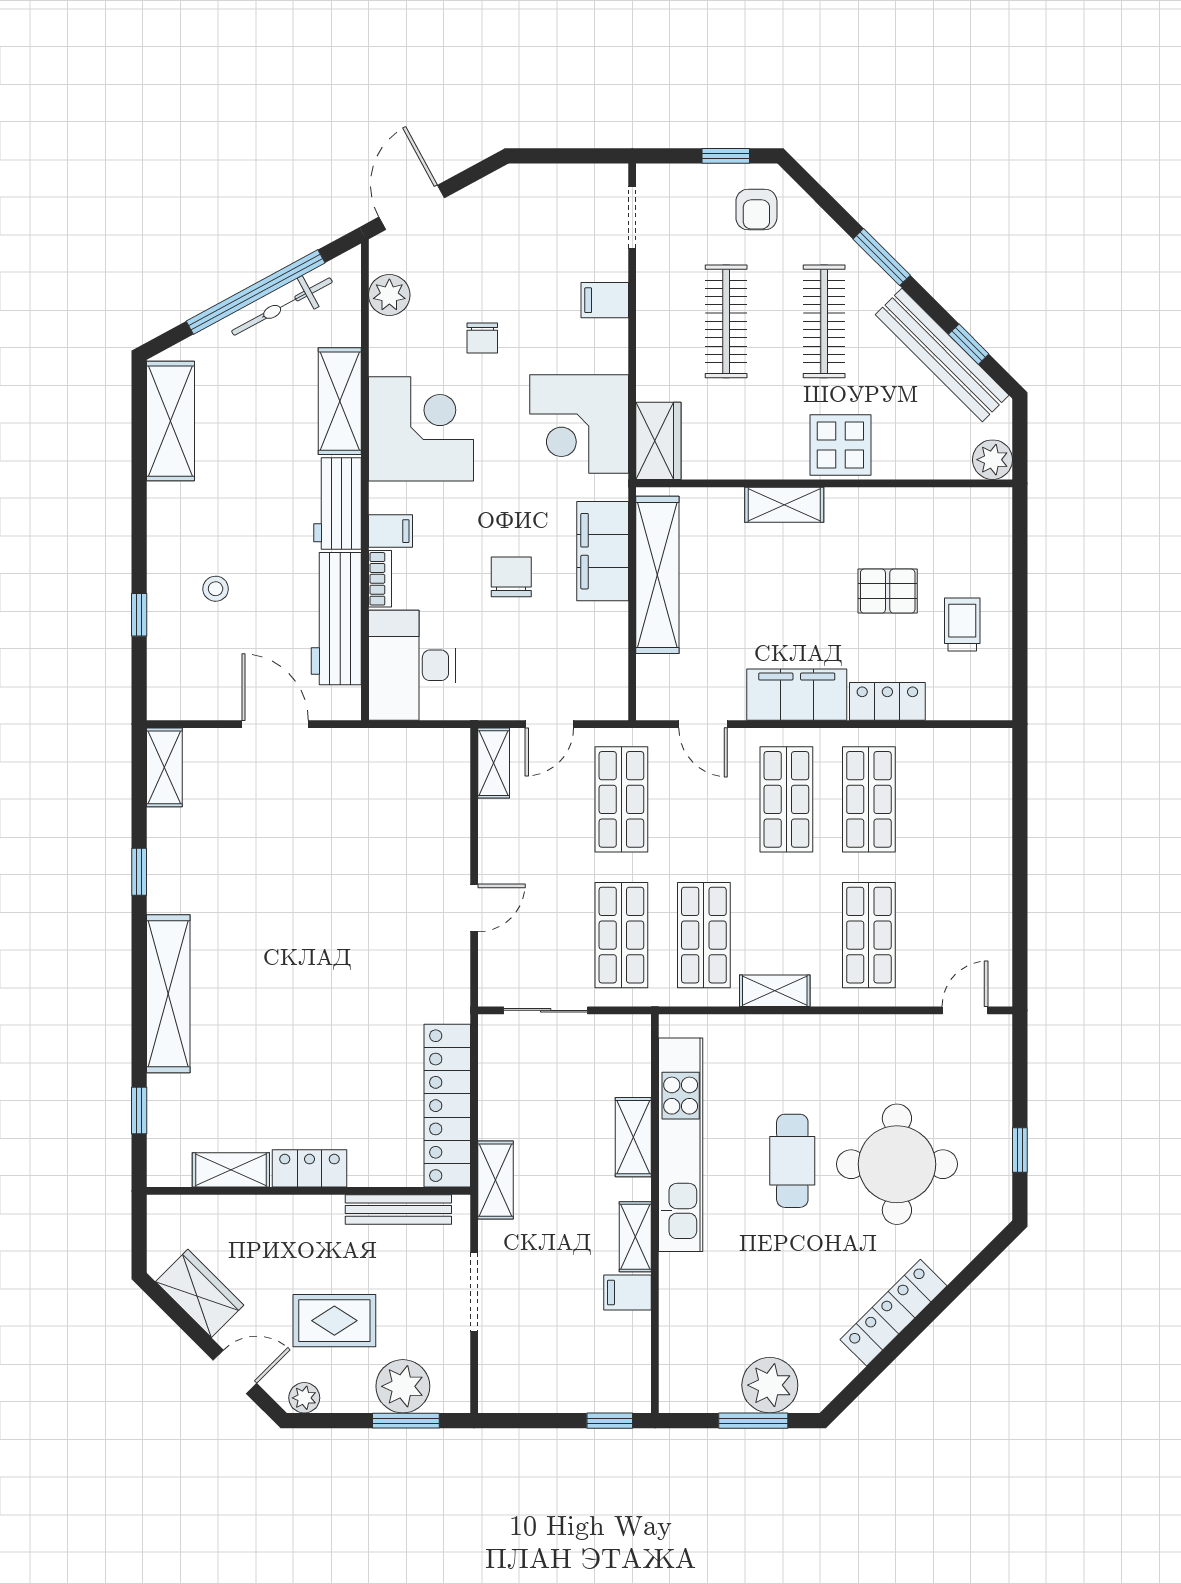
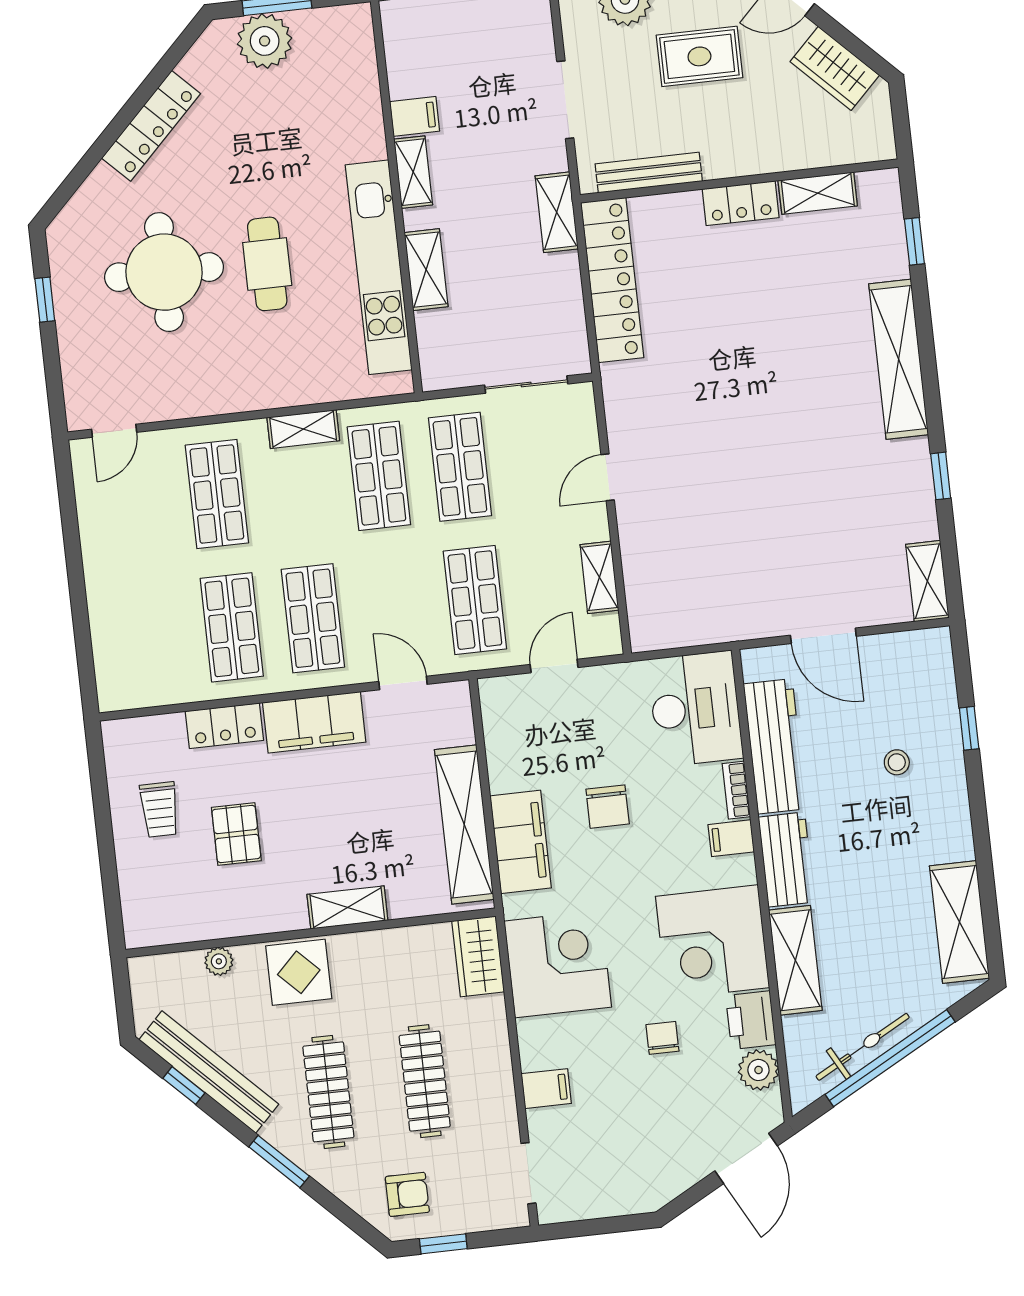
armchair: (756, 210) -> (407, 1194), turned 90
printer: (391, 346) -> (751, 1020), added
plant: (993, 460) -> (219, 961), moved, width x0.73, depth x0.73
pallet: (888, 591) -> (236, 834), turned 90
shelving: (494, 763) -> (599, 577), moved

